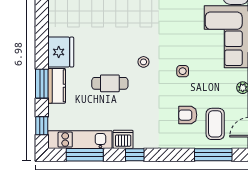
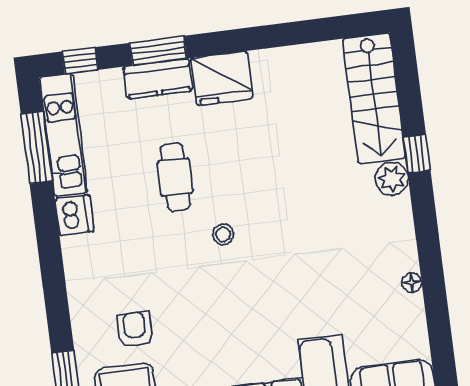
side table: (183, 71) -> (215, 309), removed
window: (135, 155) -> (48, 240), removed

